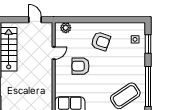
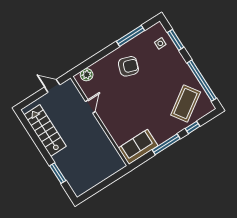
window: (117, 20) -> (130, 36), added
armchair: (80, 66) -> (124, 102), removed

